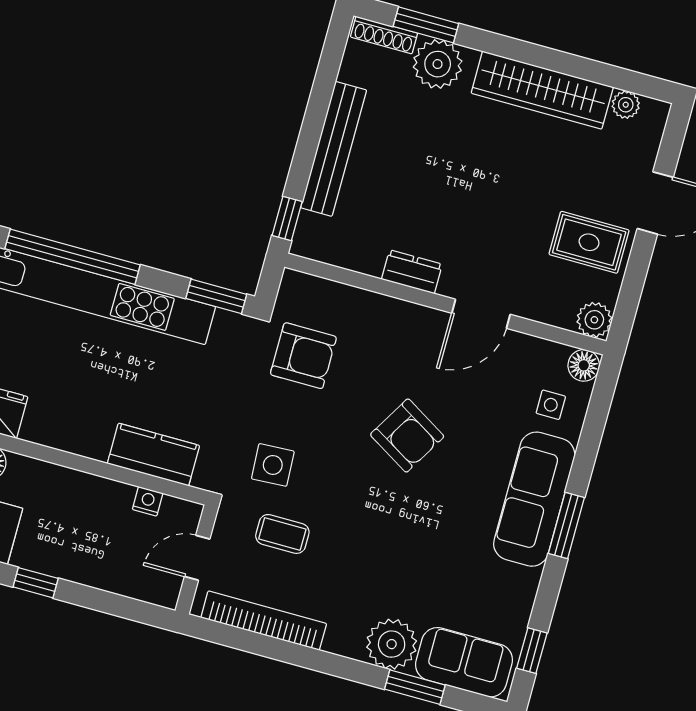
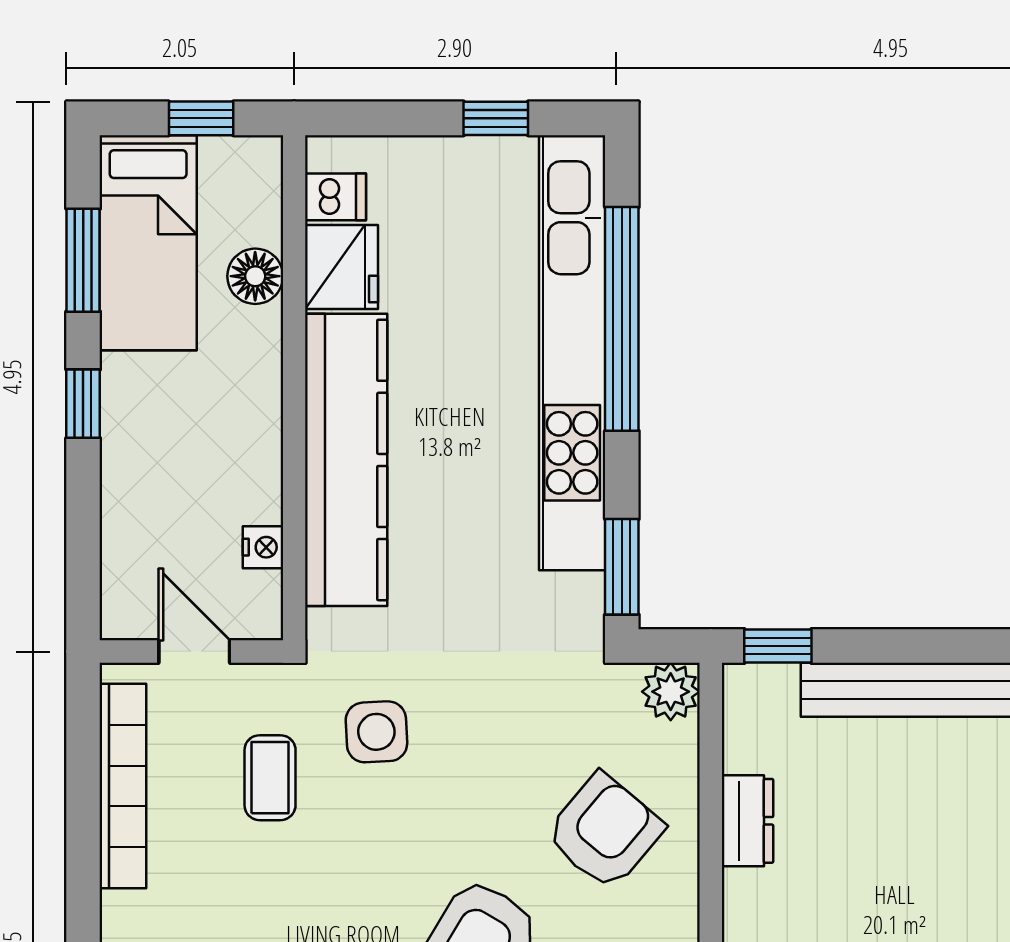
dresser: (412, 272) -> (747, 821), moved
plant: (296, 288) -> (671, 692), added
armchair: (303, 356) -> (605, 831), moved, turned -140
kitchen counter: (153, 455) -> (346, 460), width x2.08, depth x1.17

